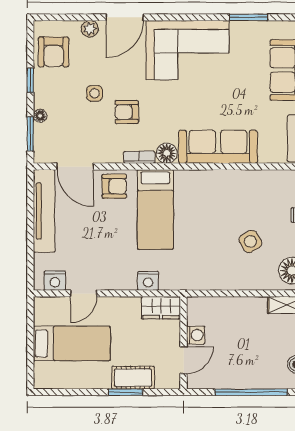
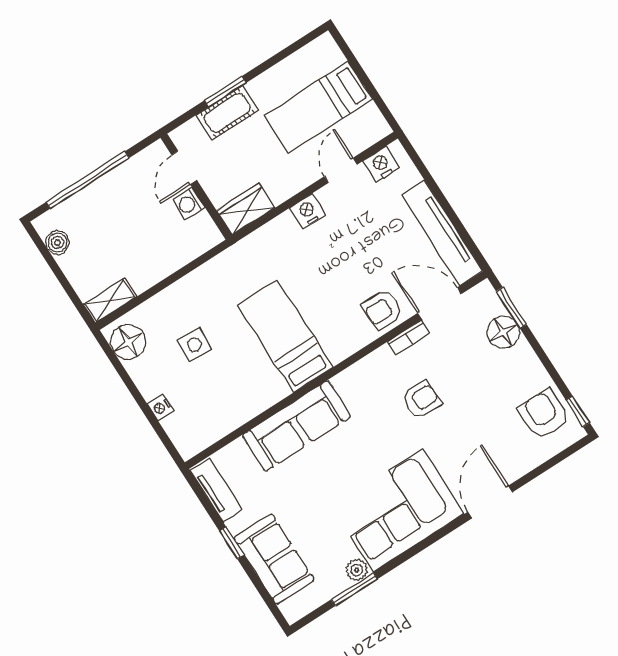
plant: (90, 29) -> (357, 570), moved
window: (30, 80) -> (578, 411), moved
side table: (95, 93) -> (470, 397), removed
floor lamp: (40, 116) -> (503, 332), width x1.89, depth x1.89
floor lamp: (167, 153) -> (348, 383), removed
bookcase: (139, 157) -> (408, 338), moved
bed: (155, 209) -> (285, 336), moved
side table: (250, 242) -> (194, 345), turned 34
nightstand: (148, 281) -> (308, 211), moved

